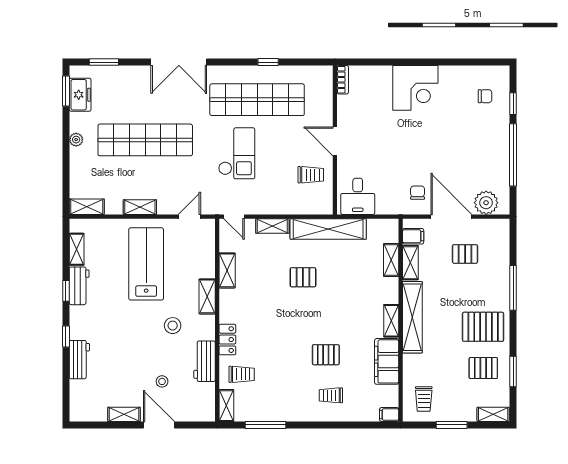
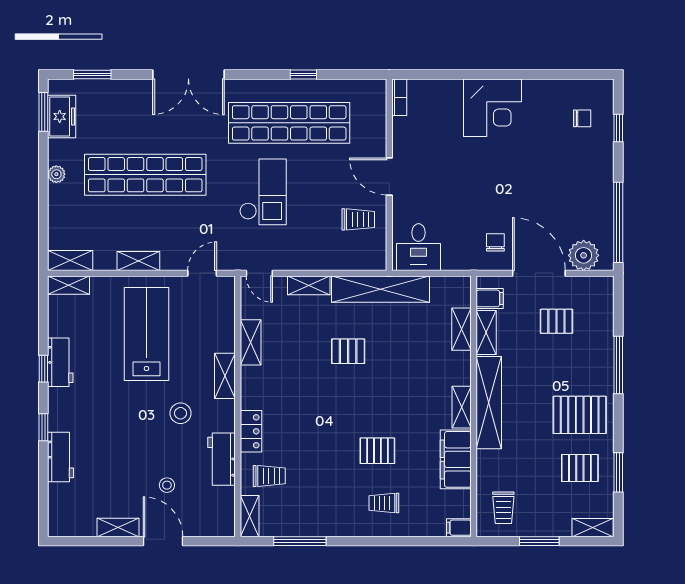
window: (513, 155) -> (618, 222), moved
shelving: (77, 249) -> (69, 285), moved, turned 90

